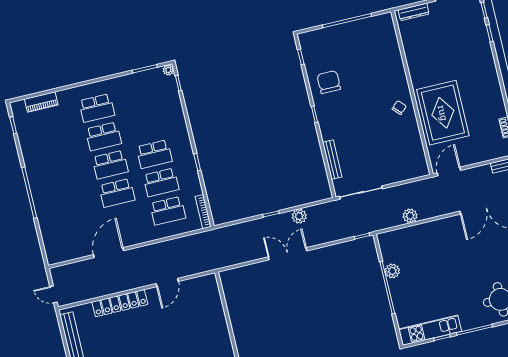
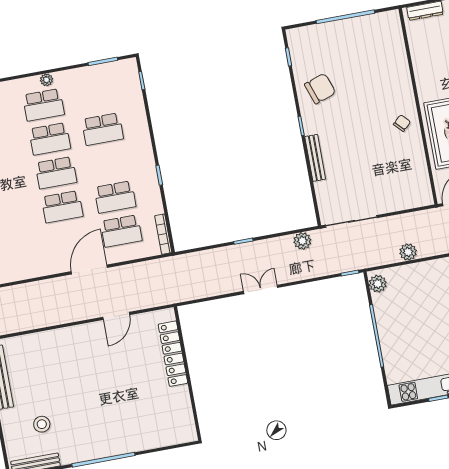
plant: (168, 70) -> (46, 80), moved
chair: (329, 82) -> (320, 89), turned 71
school desk: (154, 154) -> (103, 129), moved
bench: (332, 160) -> (315, 158), moved
plant: (299, 216) -> (302, 241), moved
door: (109, 253) -> (89, 269), moved
double door: (288, 254) -> (261, 289), width x0.73
plant: (392, 271) -> (378, 284), moved
locker: (120, 303) -> (173, 354), moved, turned 90

